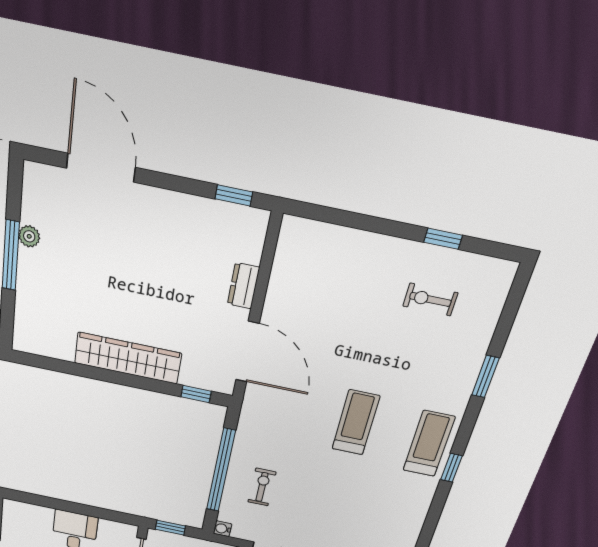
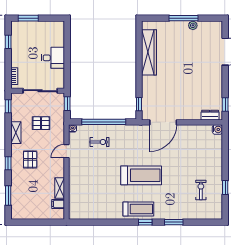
water cooler: (292, 228) -> (217, 129), added
dresser: (243, 286) -> (210, 115), moved
wardrobe: (128, 358) -> (149, 52), moved
treadmill: (356, 423) -> (141, 175), width x1.37, depth x1.38
window: (451, 468) -> (145, 222), moved

